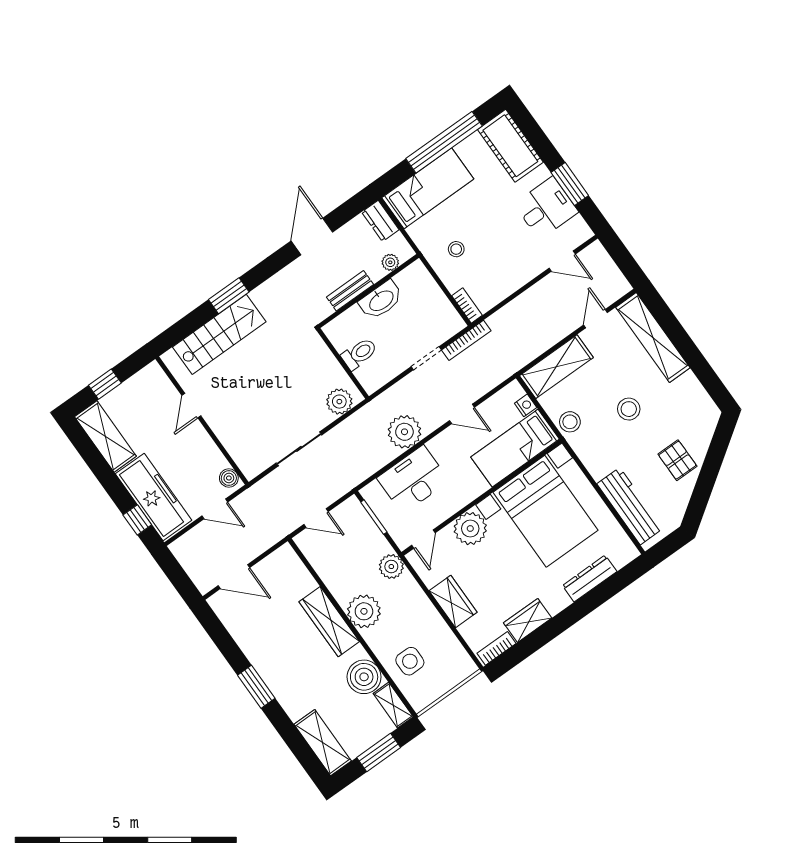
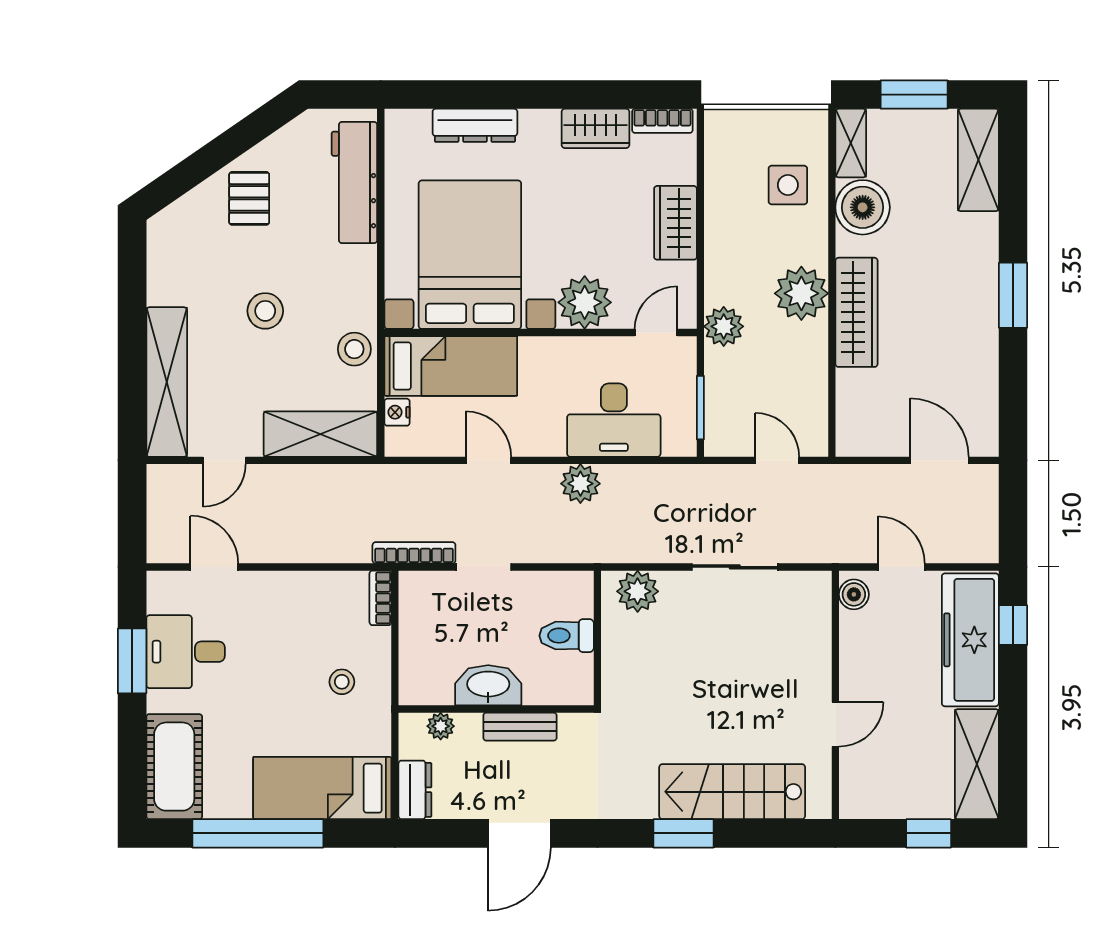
plant: (404, 432) -> (580, 484), width x0.73, depth x0.73

